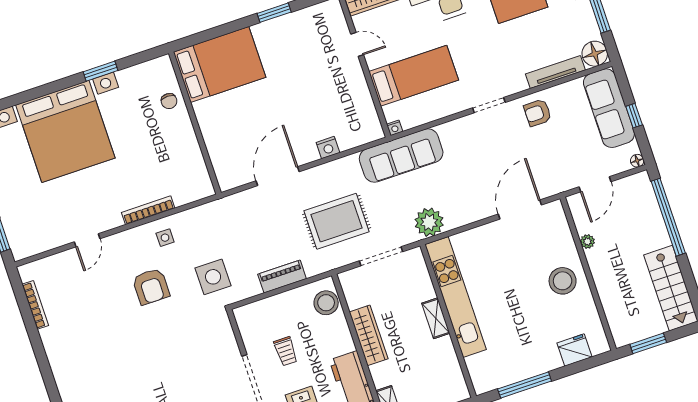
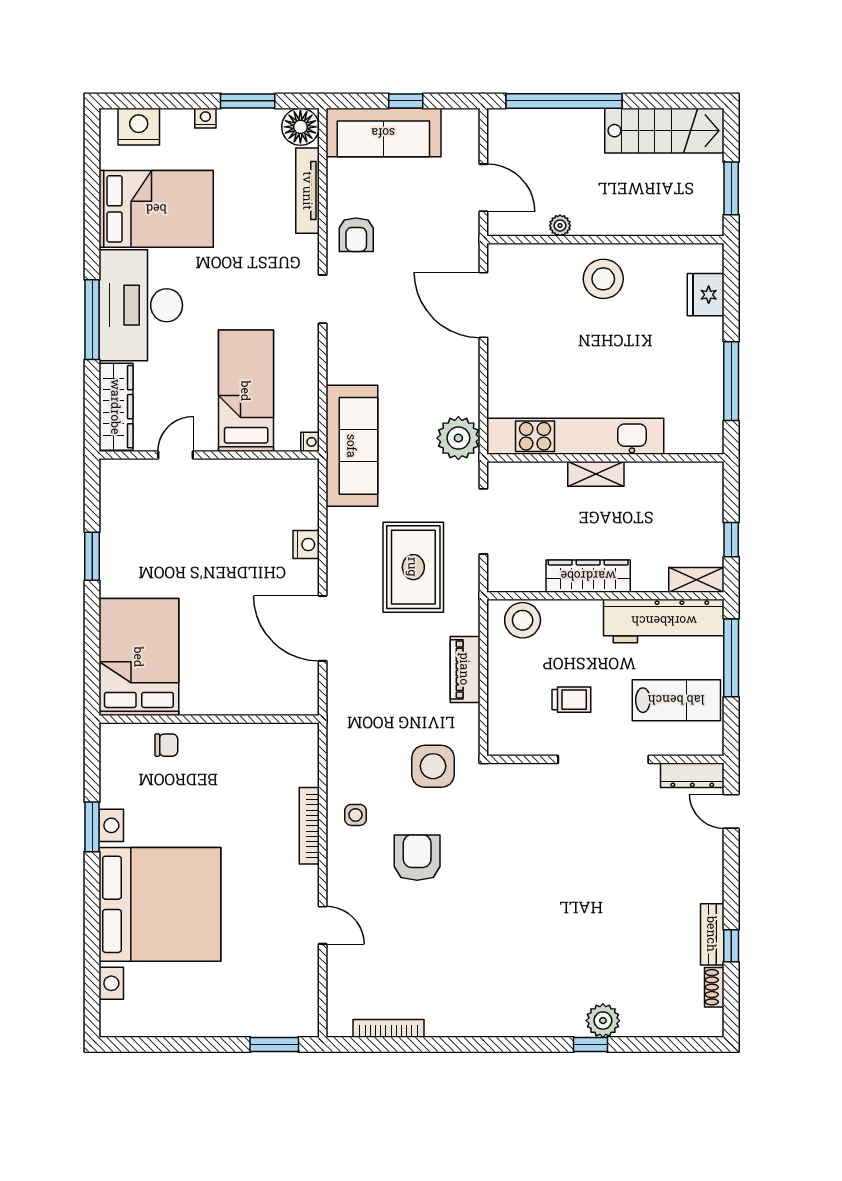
floor lamp: (637, 161) -> (470, 118), removed
armchair: (151, 286) -> (417, 858), turned -90

